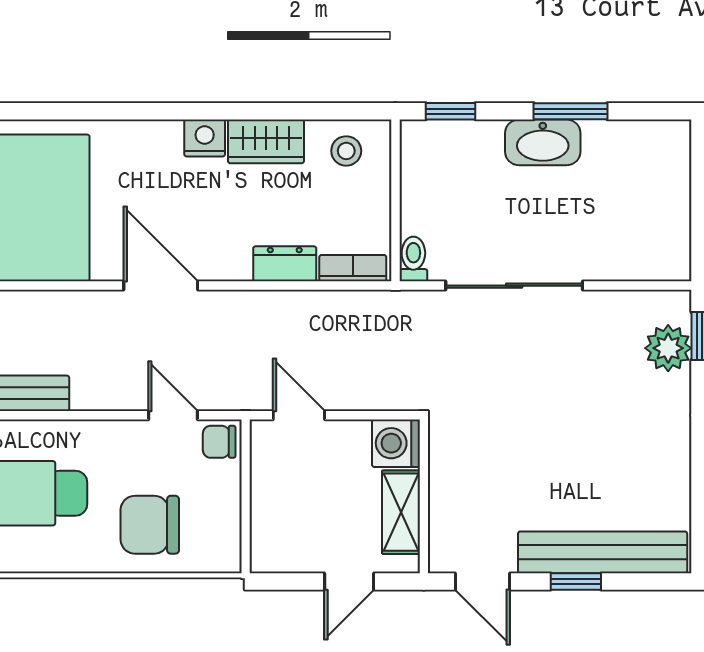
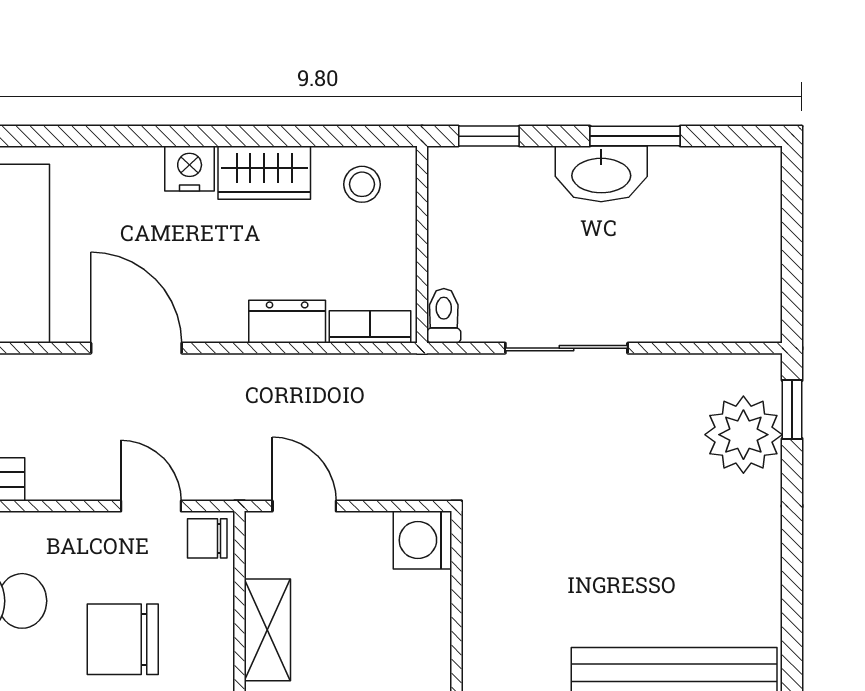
sliding door: (514, 286) -> (566, 348), width x0.73
plant: (668, 348) -> (743, 435), width x1.36, depth x1.36
shelving: (401, 512) -> (267, 630), moved

